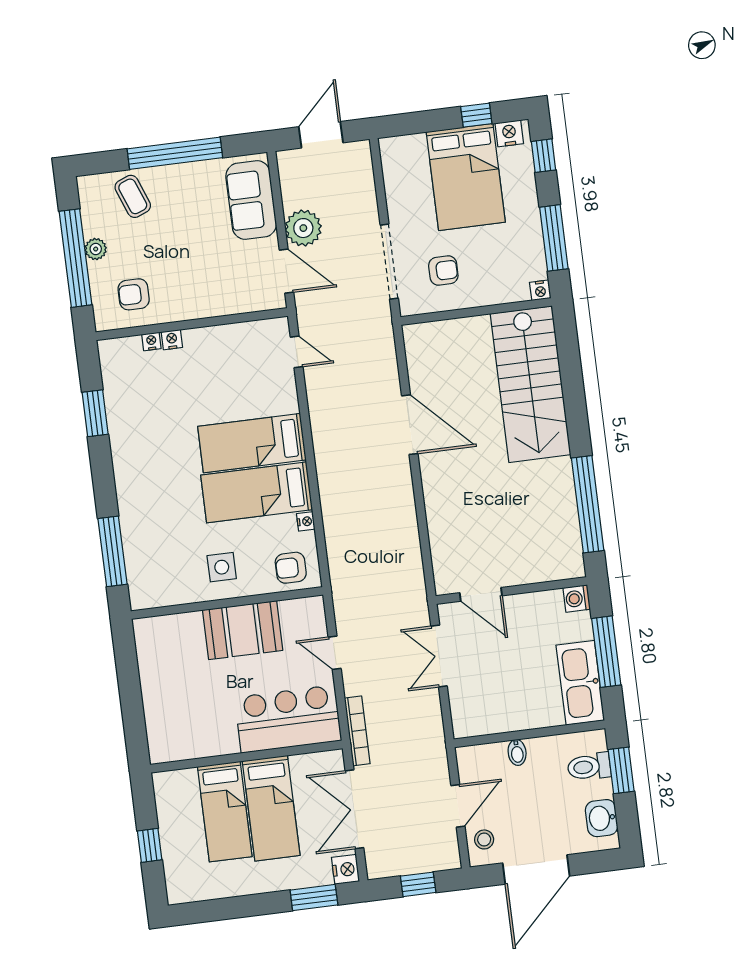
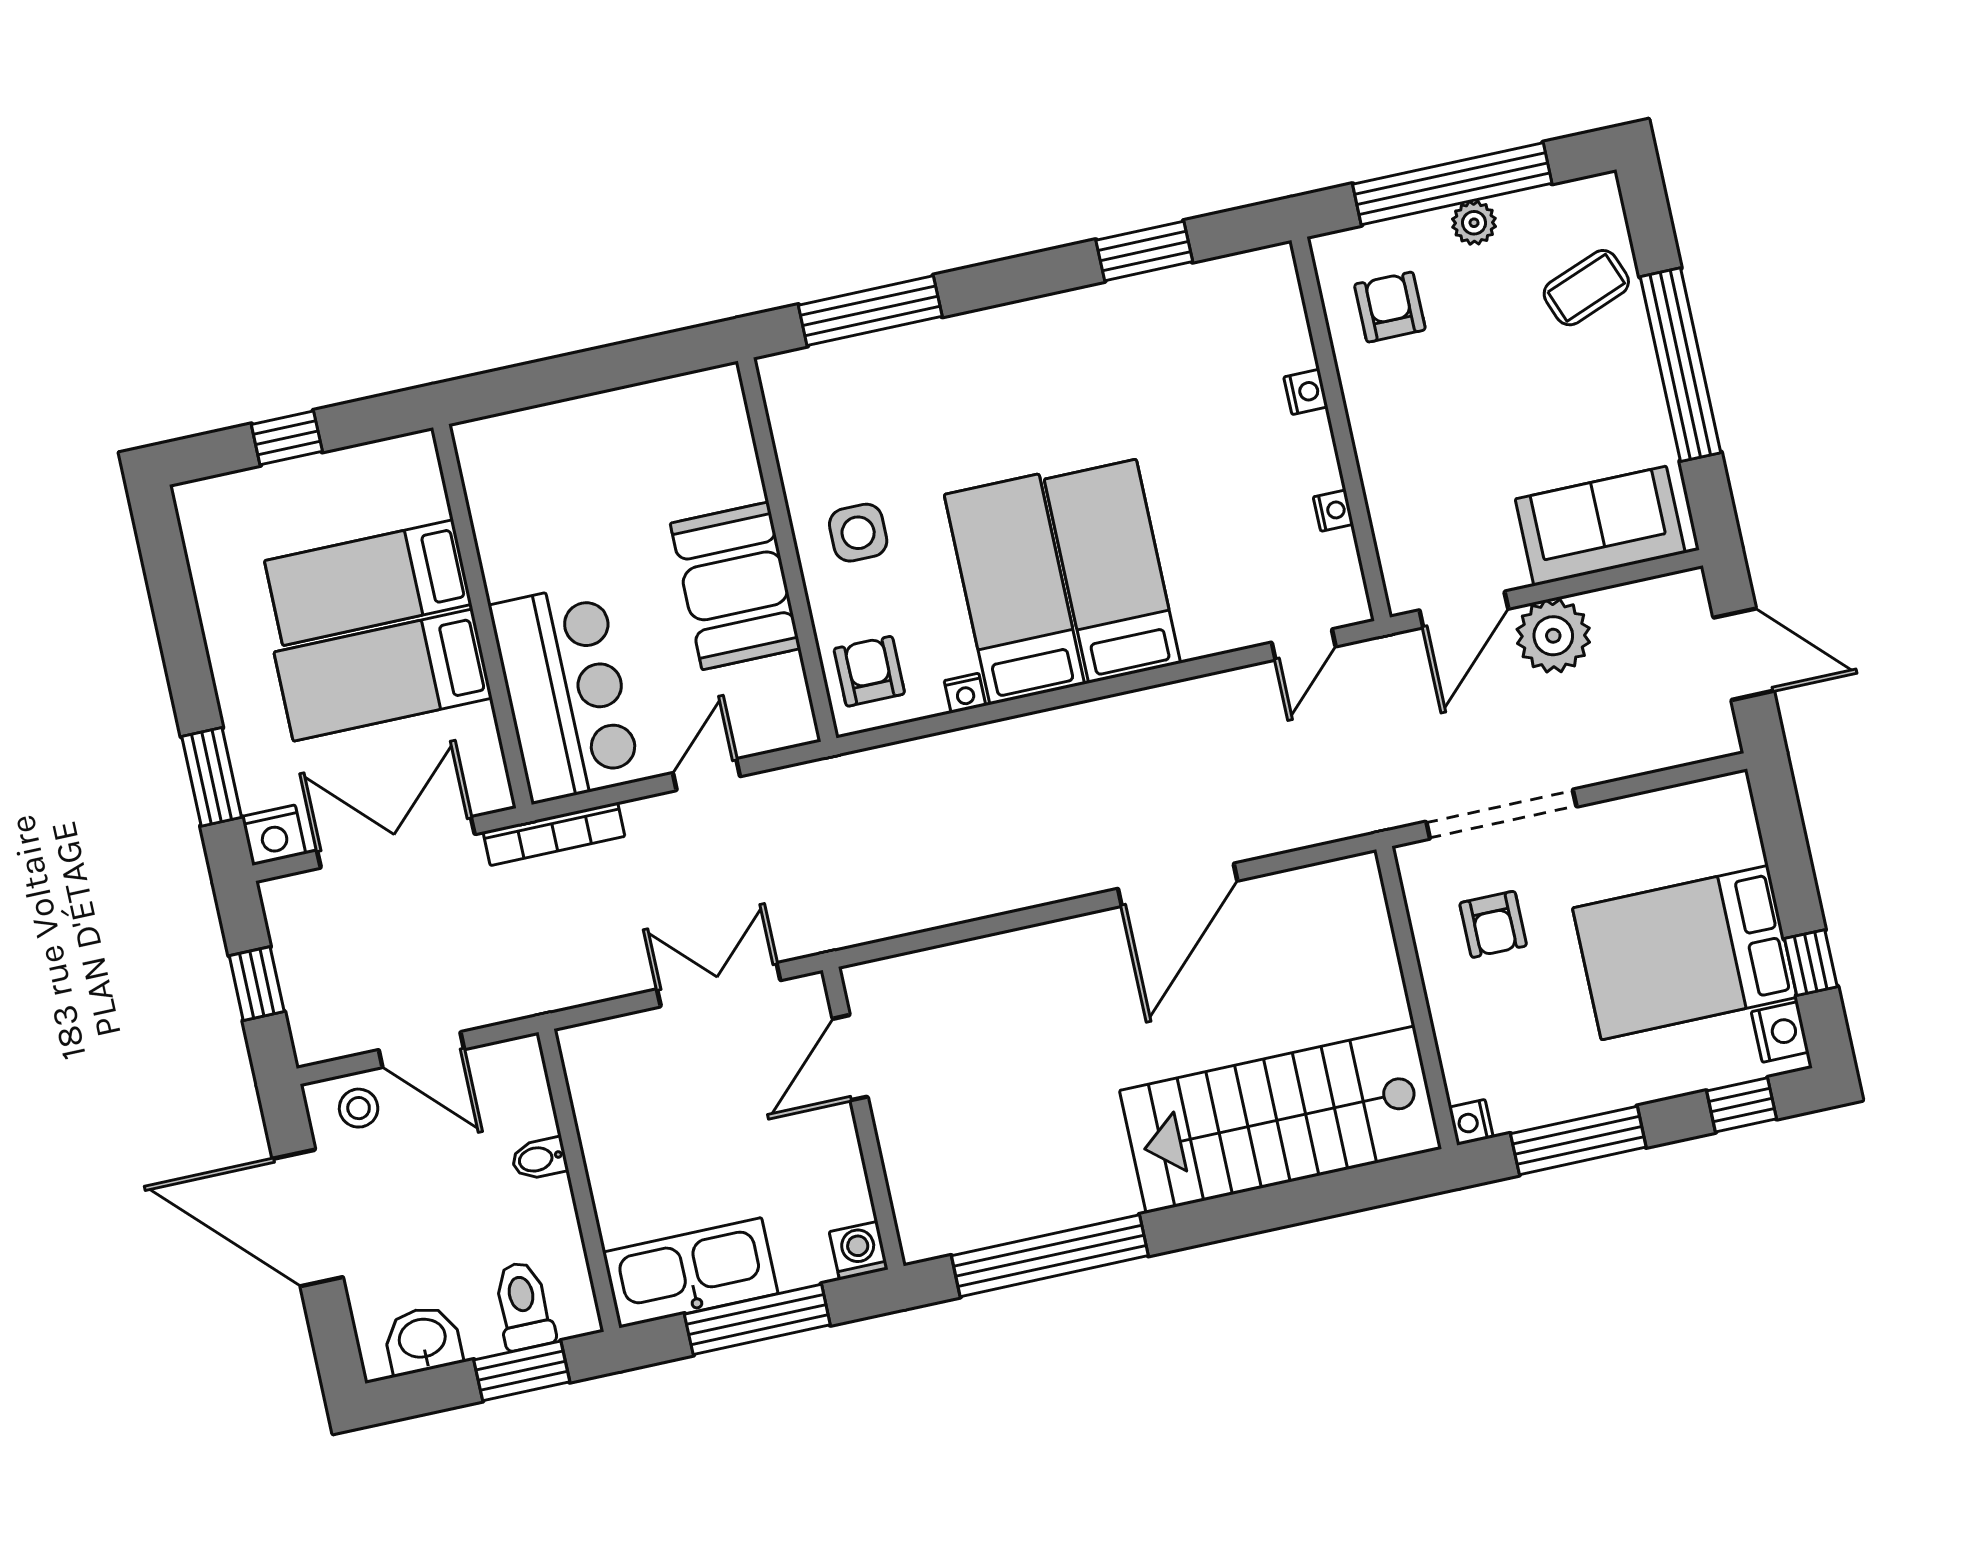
nightstand: (151, 341) -> (1333, 511), moved

